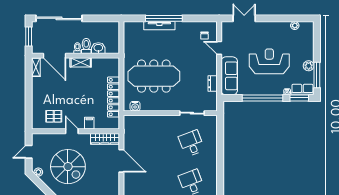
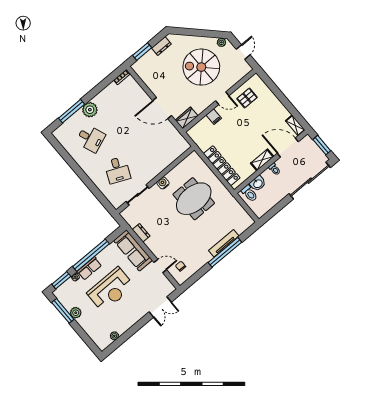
toilet: (86, 46) -> (249, 193), moved
meeting table: (154, 76) -> (194, 199), width x0.73
row of seats: (302, 90) -> (89, 268), moved
locker: (113, 97) -> (222, 166), moved
water cooler: (135, 106) -> (163, 183), moved
wardrobe: (105, 139) -> (187, 118), width x0.67
desk: (191, 143) -> (117, 170), turned 45

